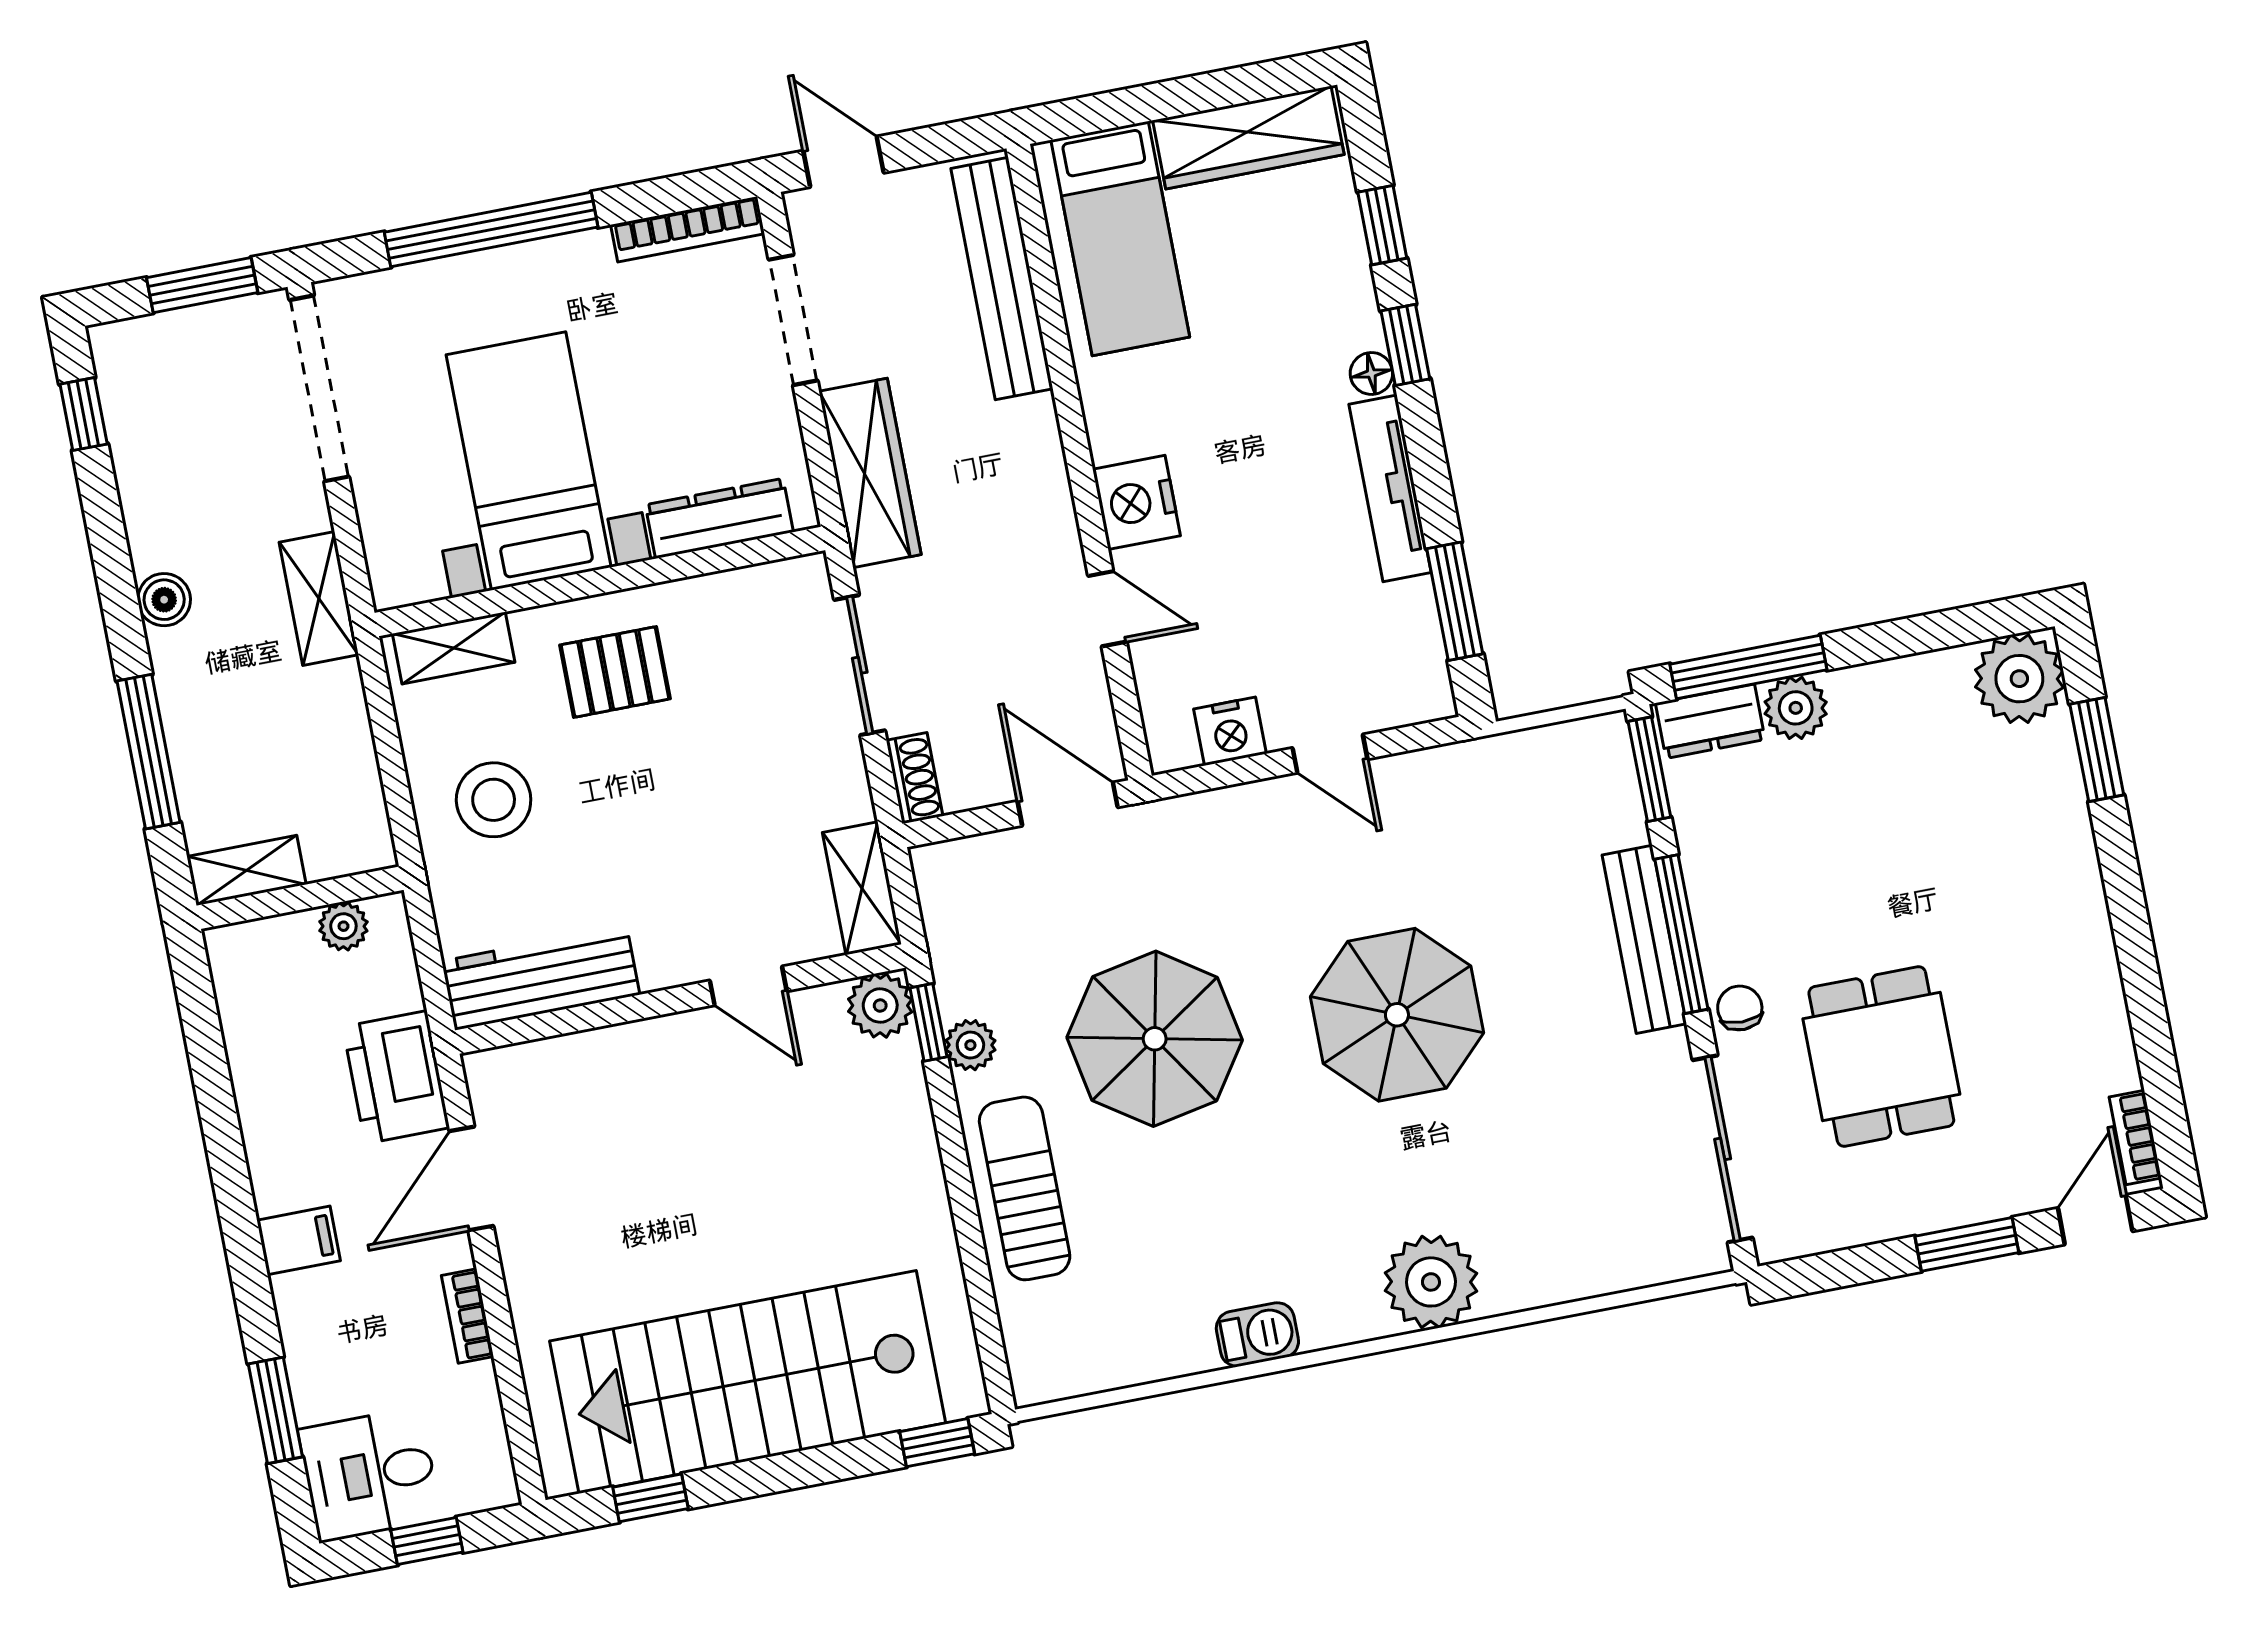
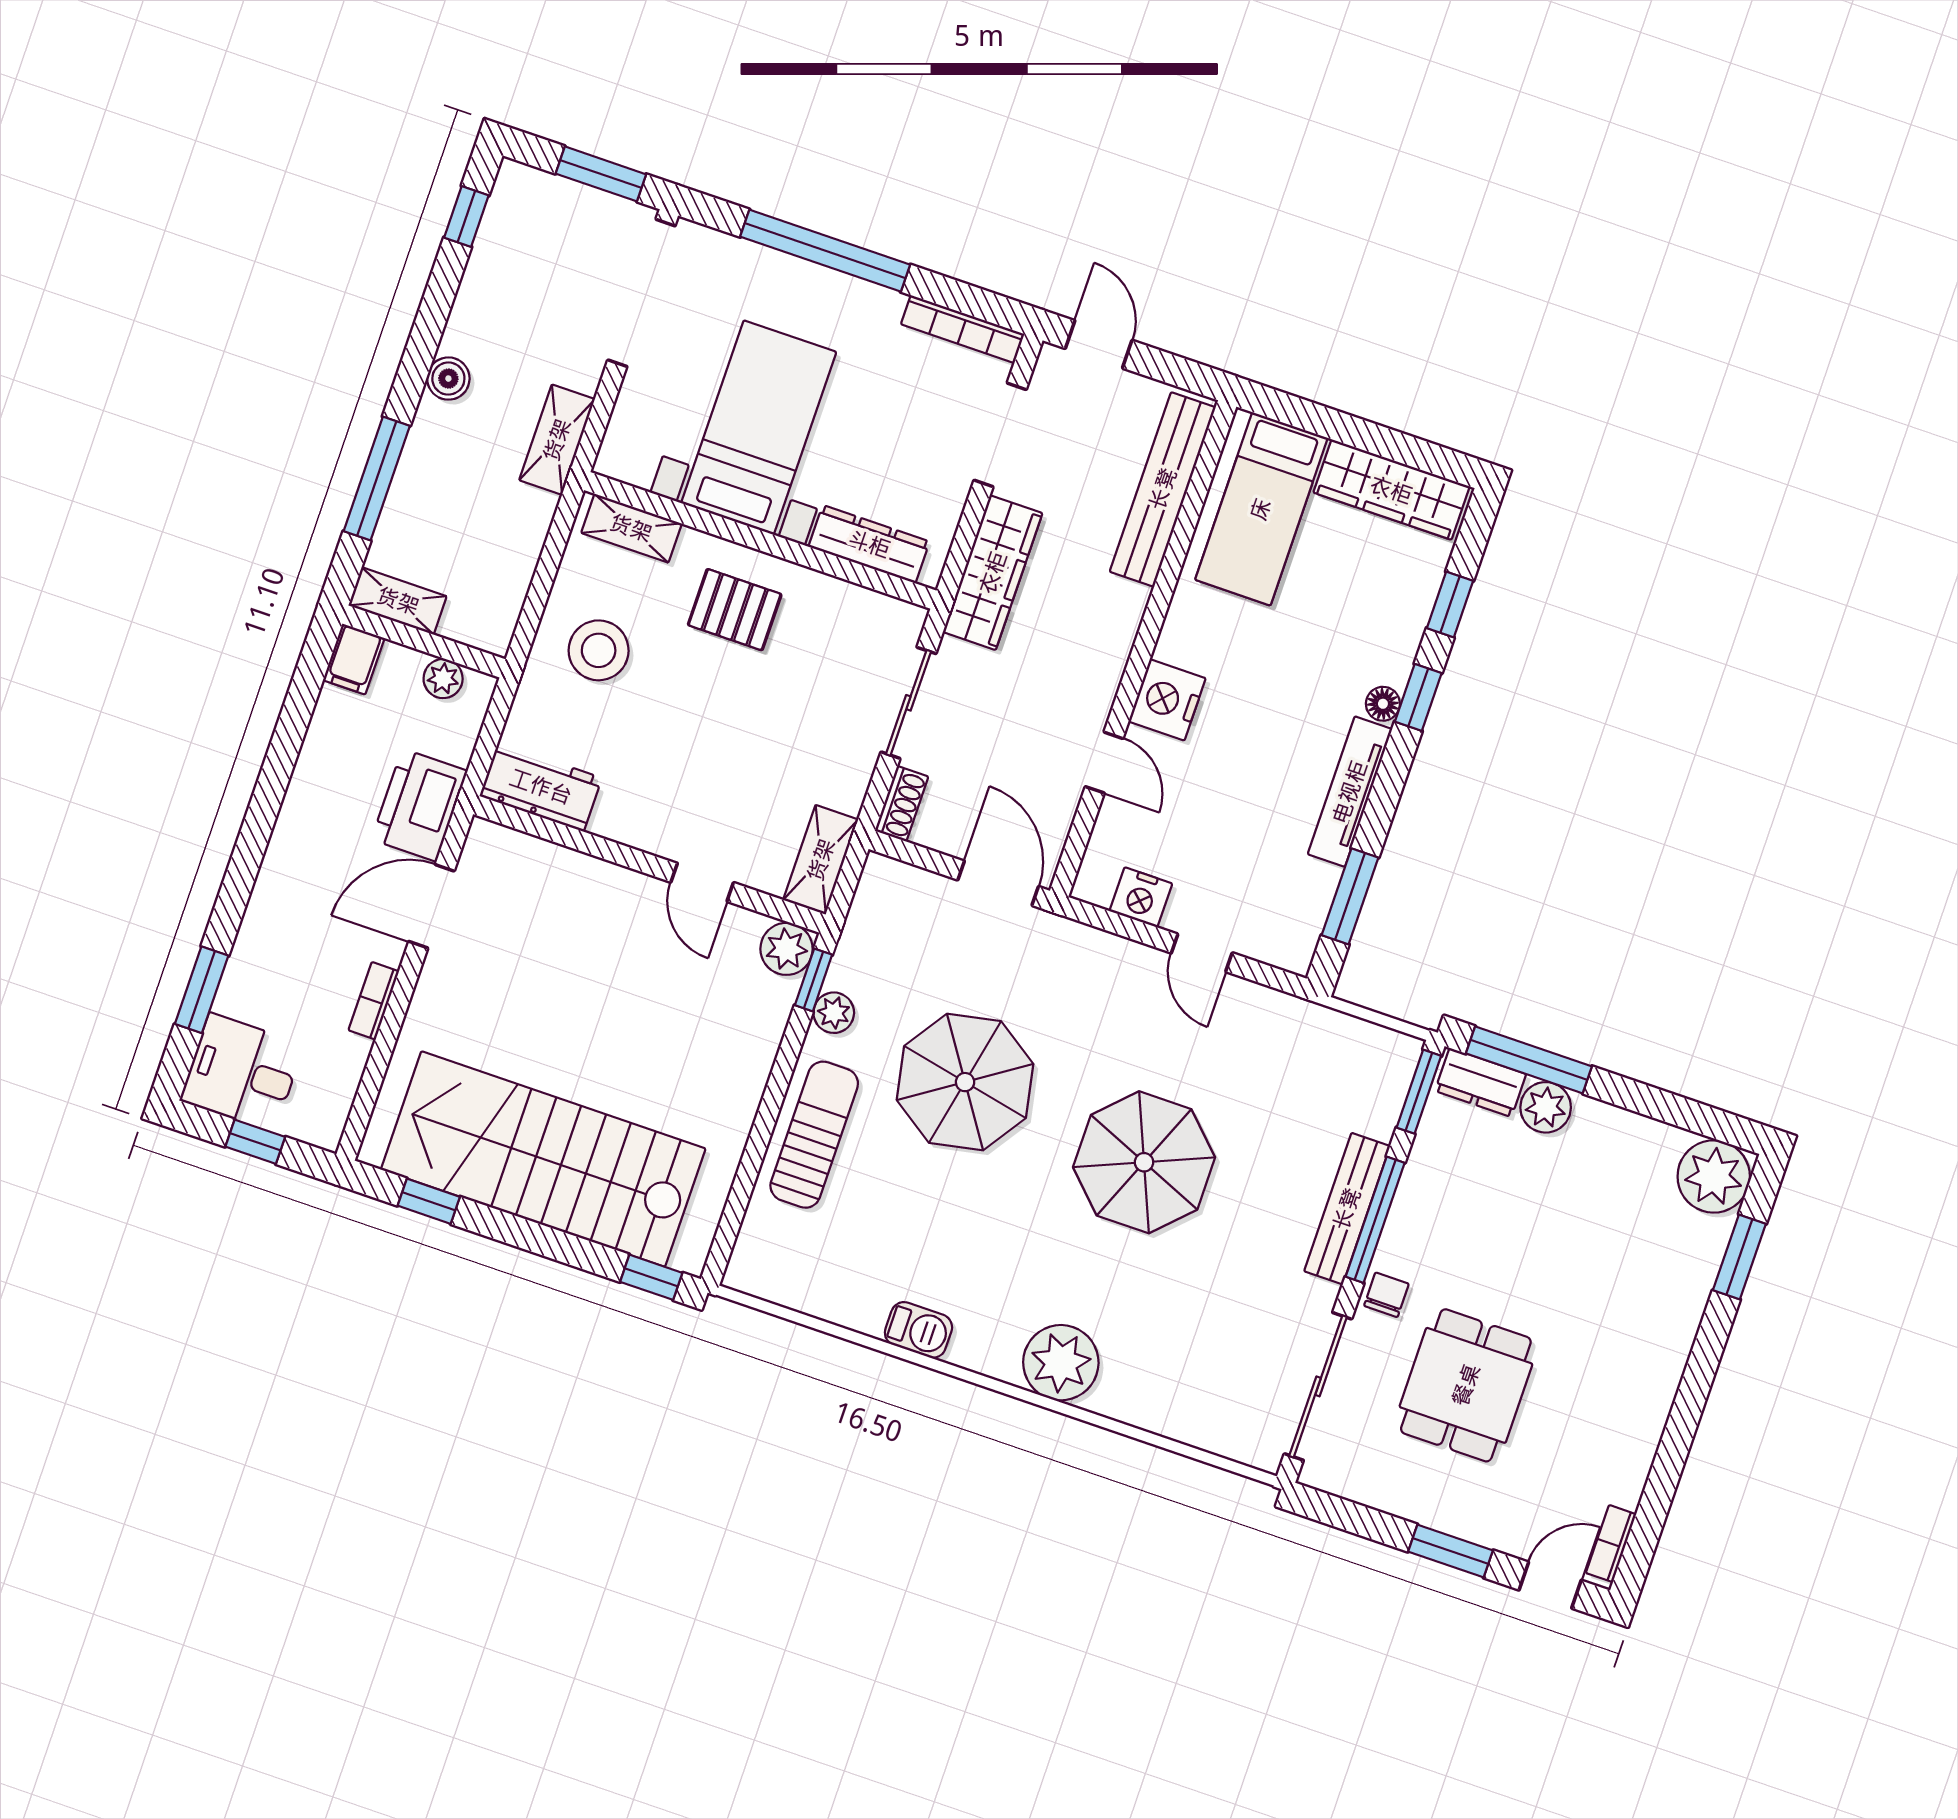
workbench: (541, 978) -> (541, 787), width x0.73
filing cabinet: (299, 1240) -> (354, 659), moved, turned 90

